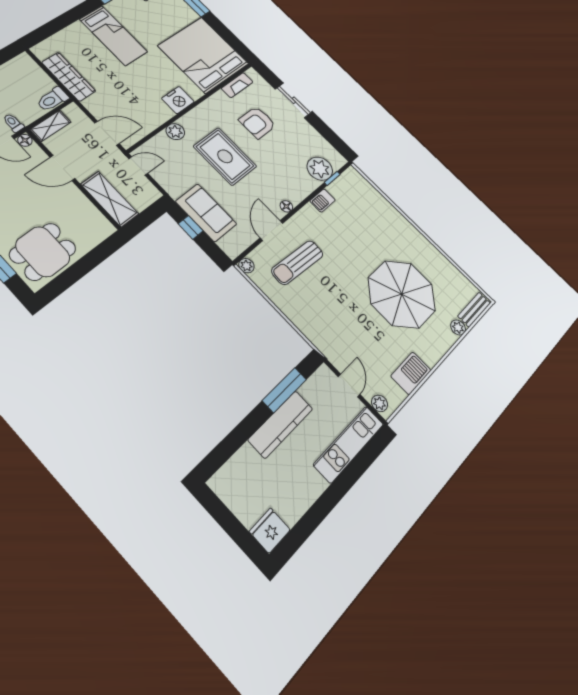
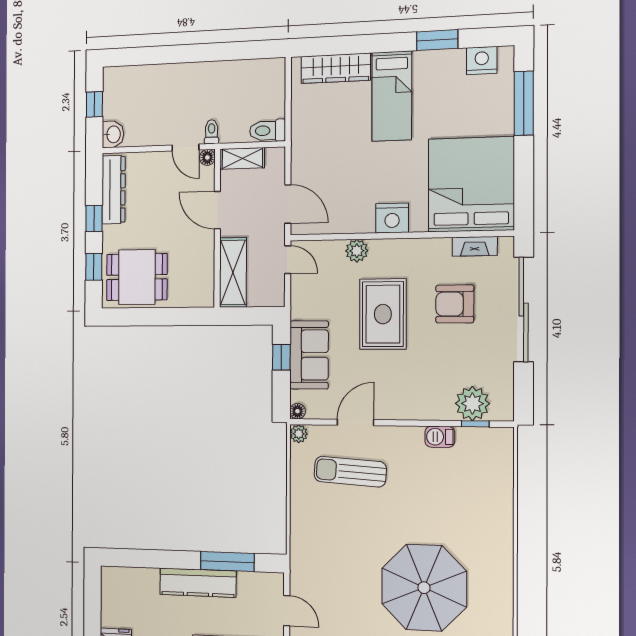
wardrobe: (69, 77) -> (336, 68), moved, turned 90
sliding door: (294, 100) -> (524, 310), width x1.86
floor lamp: (286, 206) -> (297, 411), moved
door: (349, 385) -> (287, 611), hinge flipped

